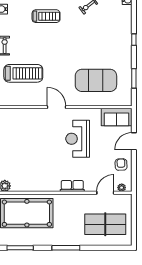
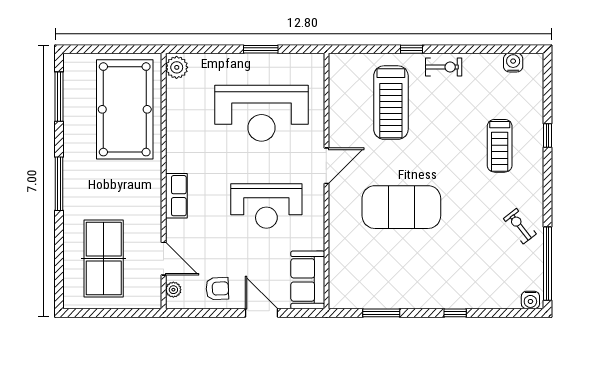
exercise mat: (96, 80) -> (401, 207), moved, turned 90
reception desk: (78, 139) -> (266, 206), turned 180
reception desk: (29, 141) -> (261, 113), added

